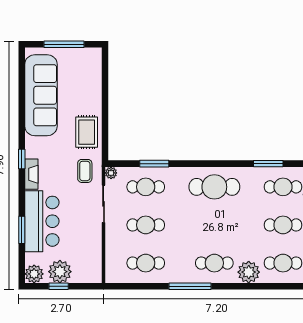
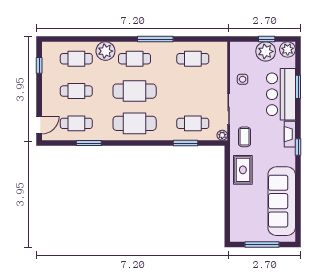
cafe table: (146, 225) -> (135, 91), moved, width x1.37, depth x1.35
side table: (87, 239) -> (243, 79), added

